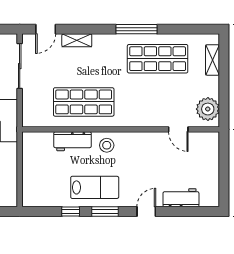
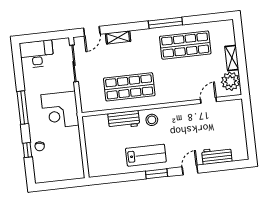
shelving: (212, 60) -> (232, 58), moved
door: (178, 129) -> (208, 100), swing flipped
window: (71, 211) -> (128, 177), removed

